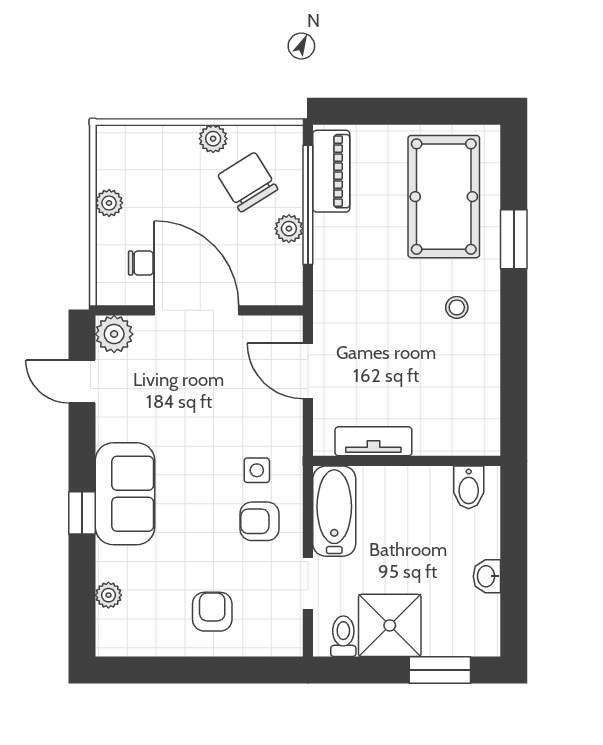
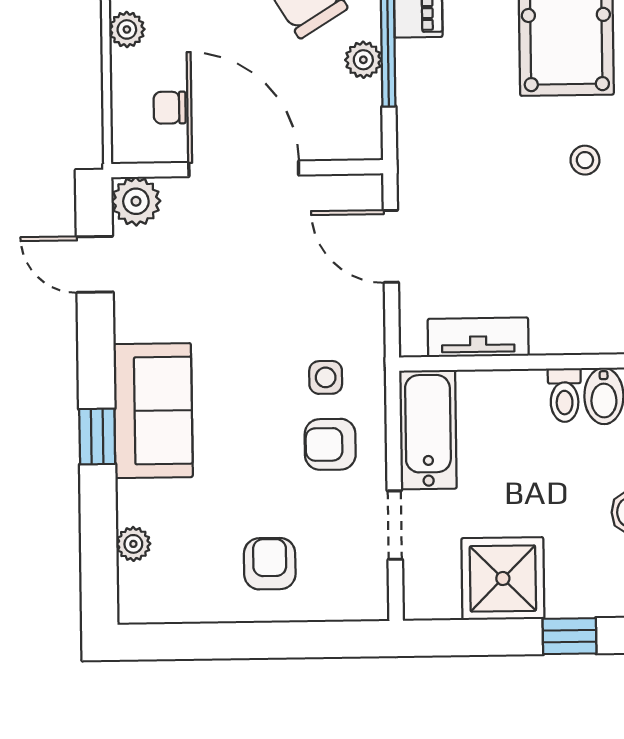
chair: (141, 263) -> (170, 108), turned 180
toilet: (343, 636) -> (564, 395), moved, turned 180
window: (440, 670) -> (569, 636), width x0.67

